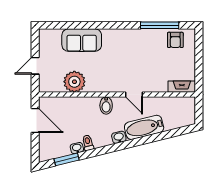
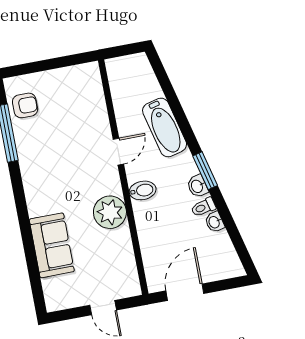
plant: (74, 82) -> (110, 212), moved
fireplace: (182, 87) -> (93, 83), removed
washbasin: (119, 137) -> (197, 186), moved
window: (67, 159) -> (205, 171), moved

